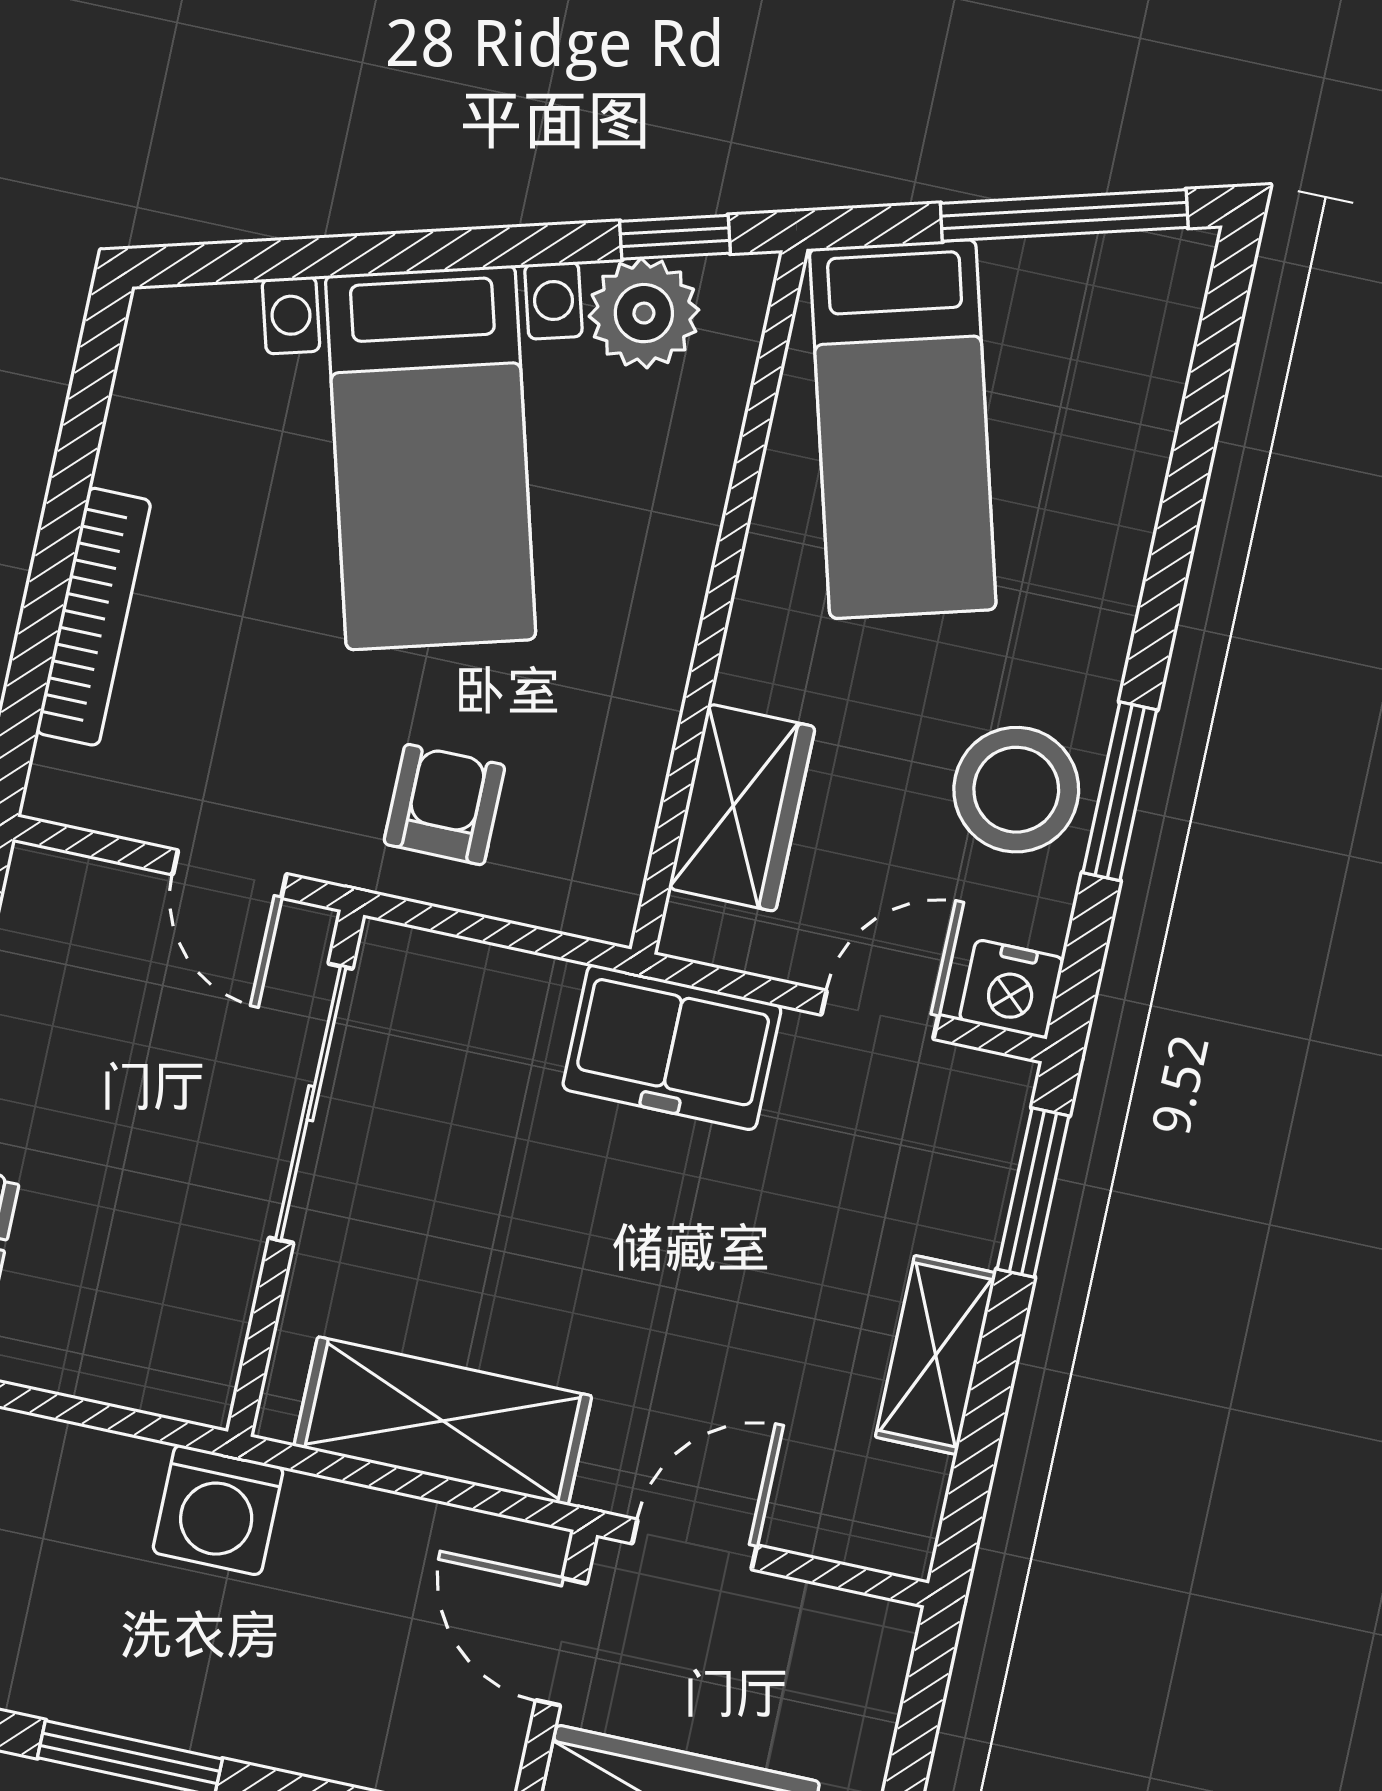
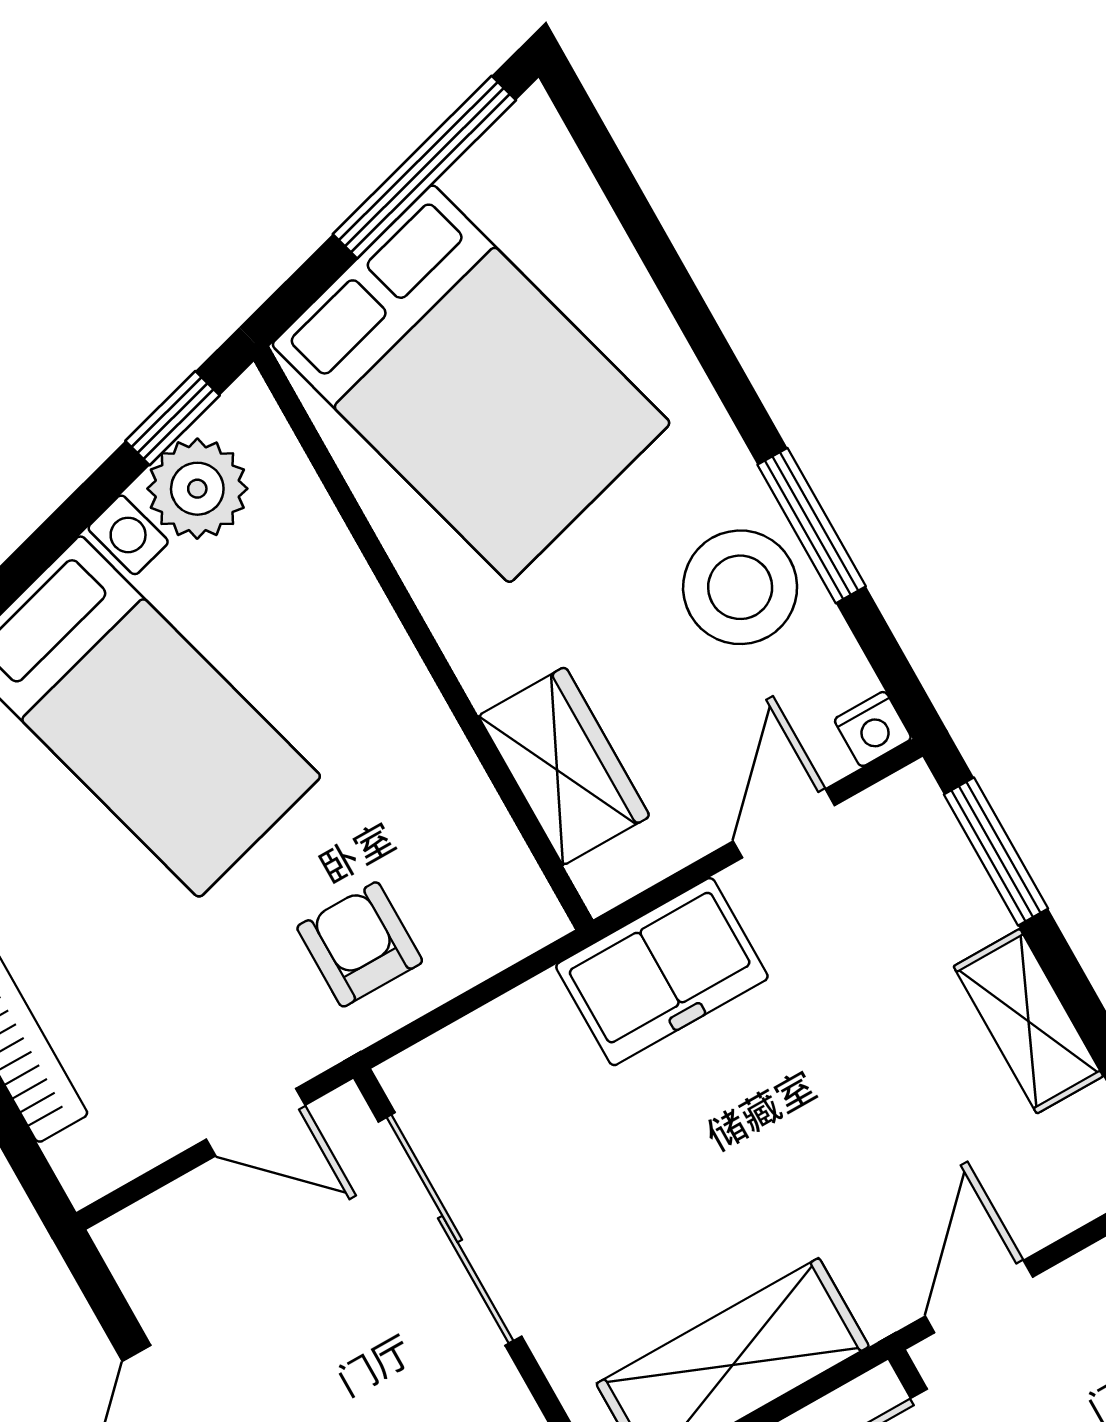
bed: (903, 429) -> (471, 384), width x1.50
nightstand: (1011, 989) -> (873, 729), width x0.72, depth x0.74

